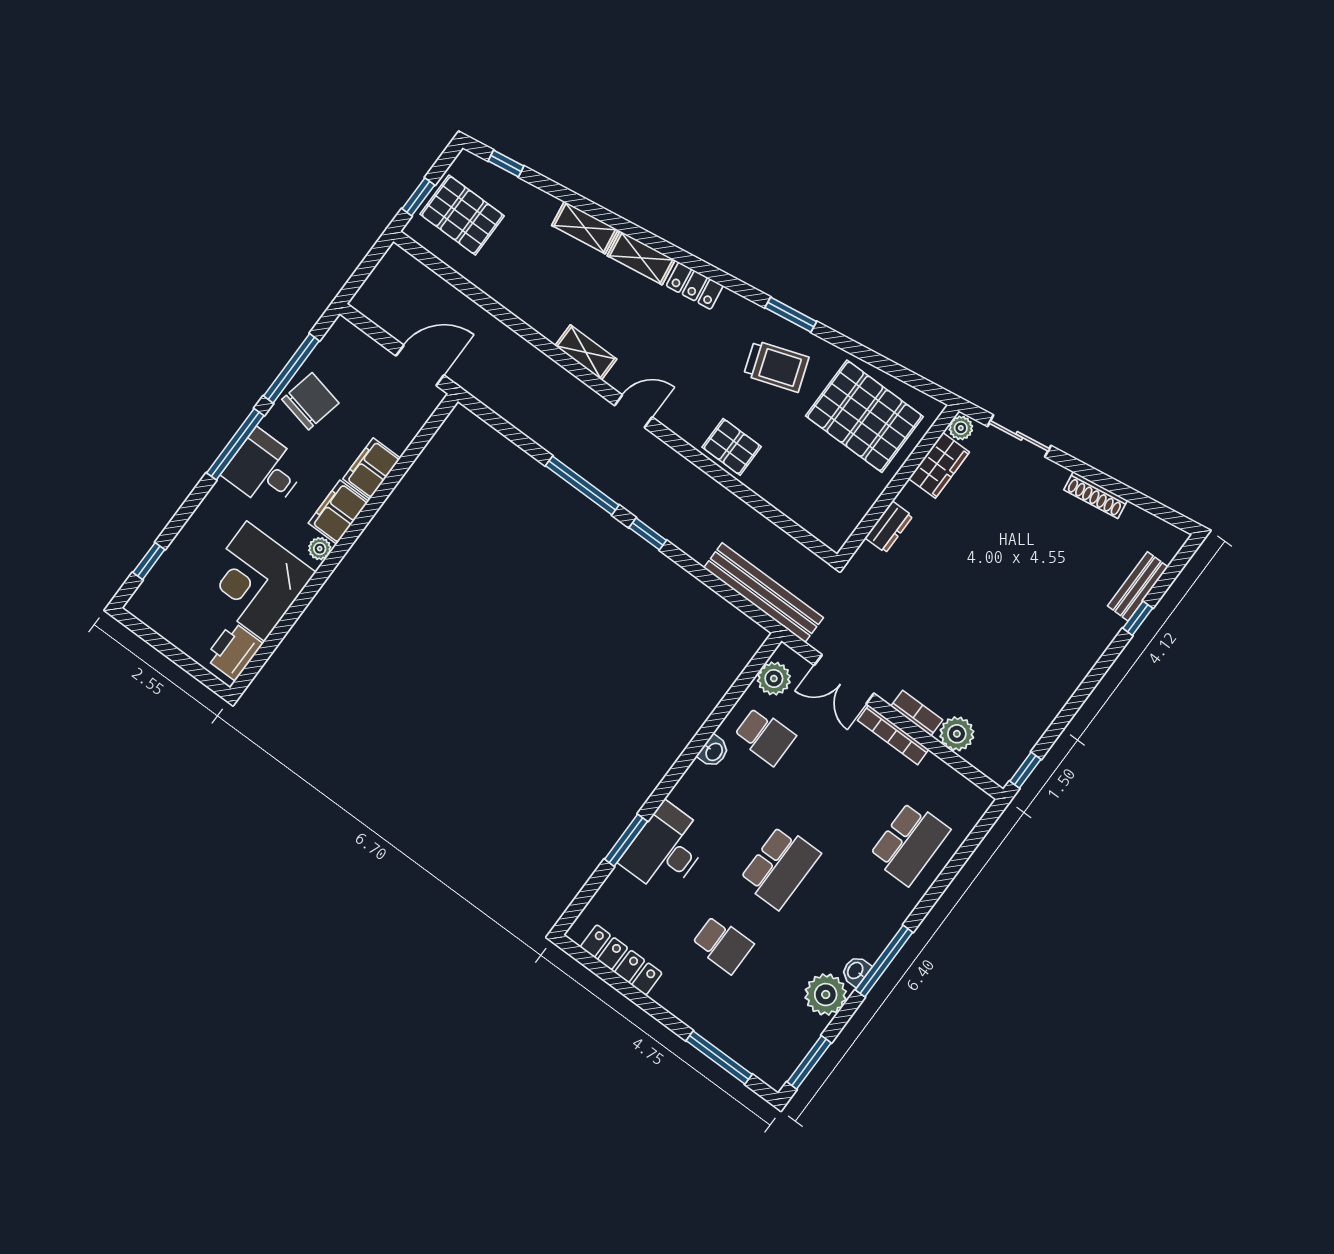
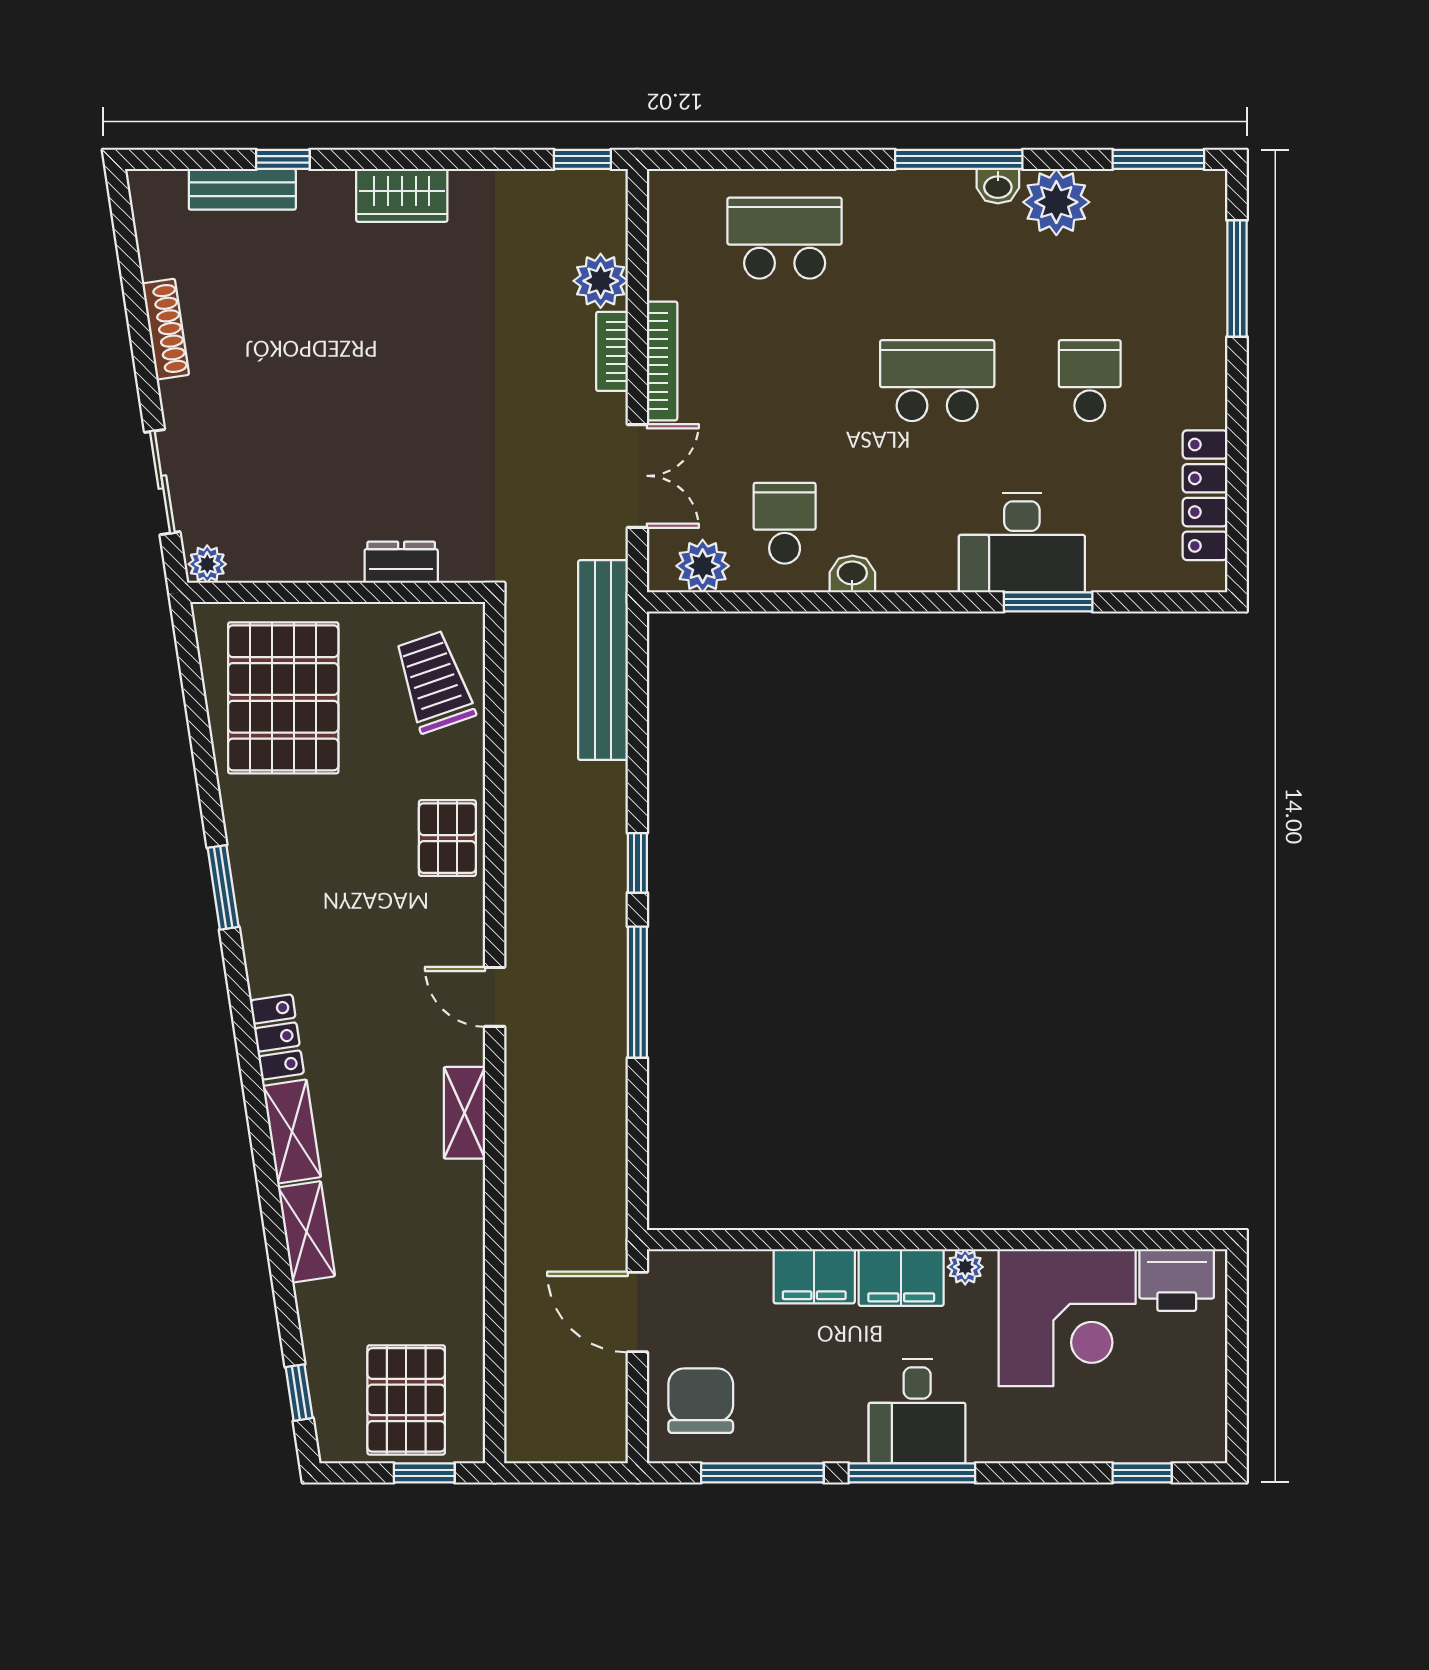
trolley: (776, 366) -> (434, 682), moved
chair: (310, 401) -> (701, 1401), moved, turned 78
wardrobe: (939, 465) -> (402, 195), moved, turned 180

